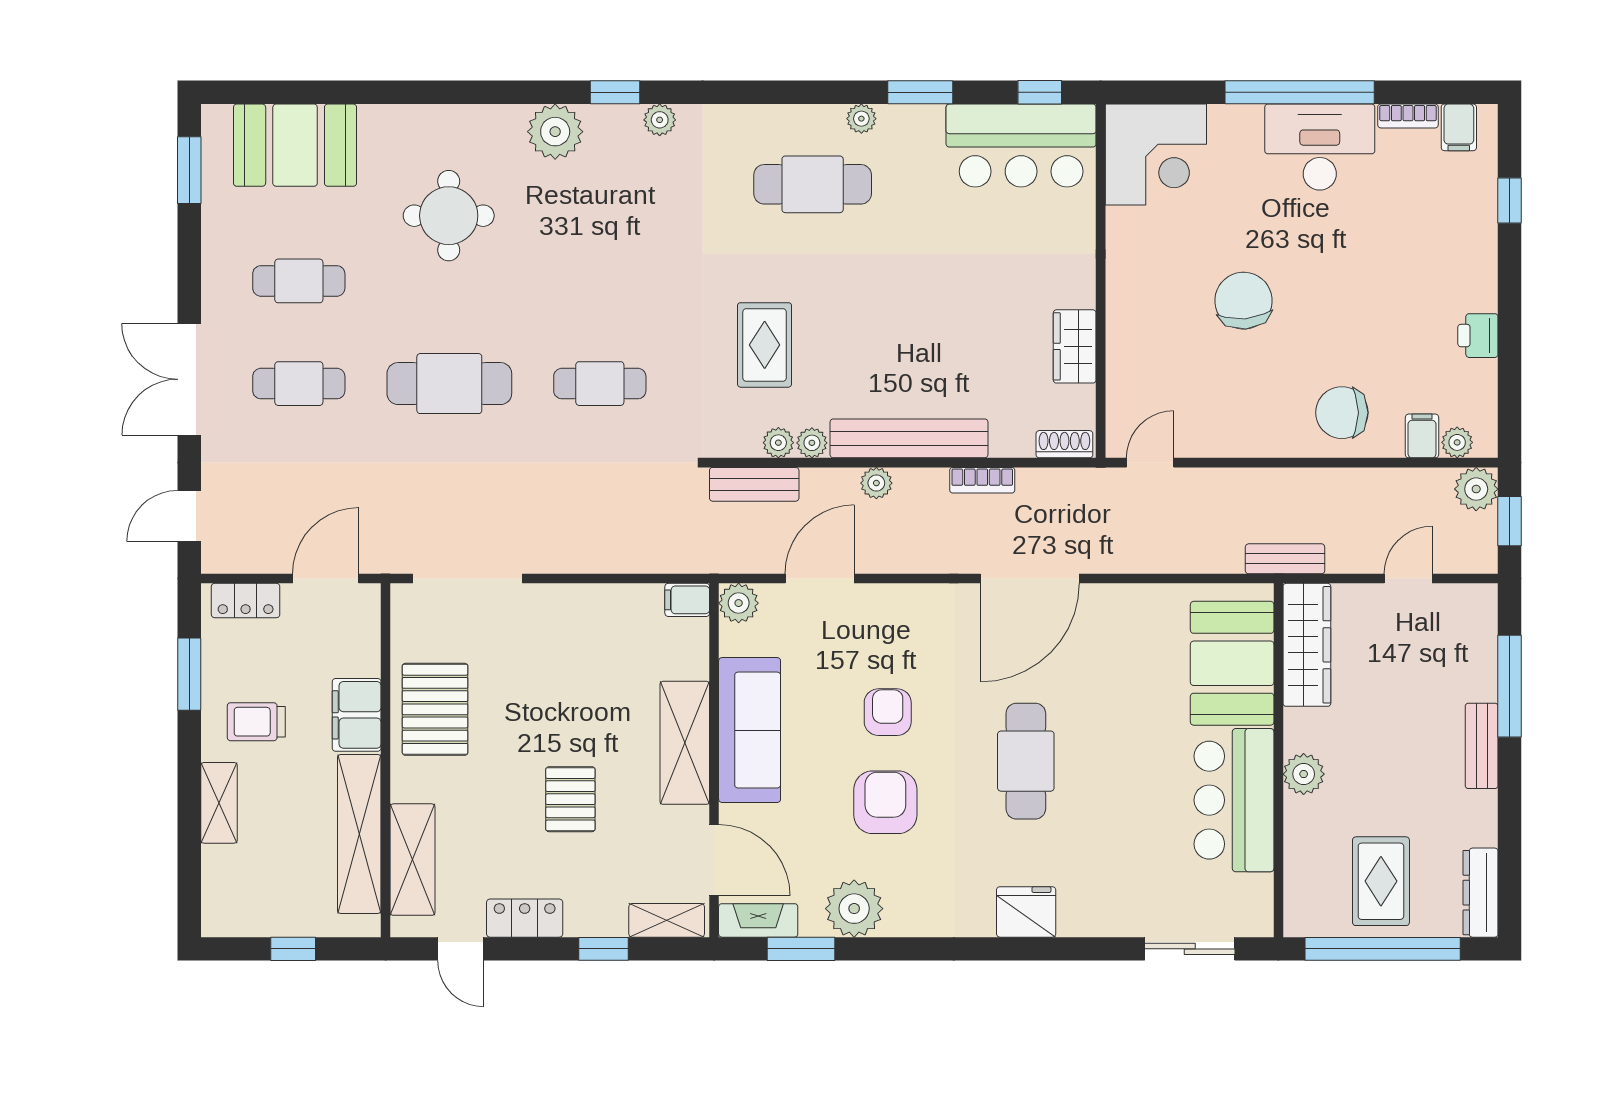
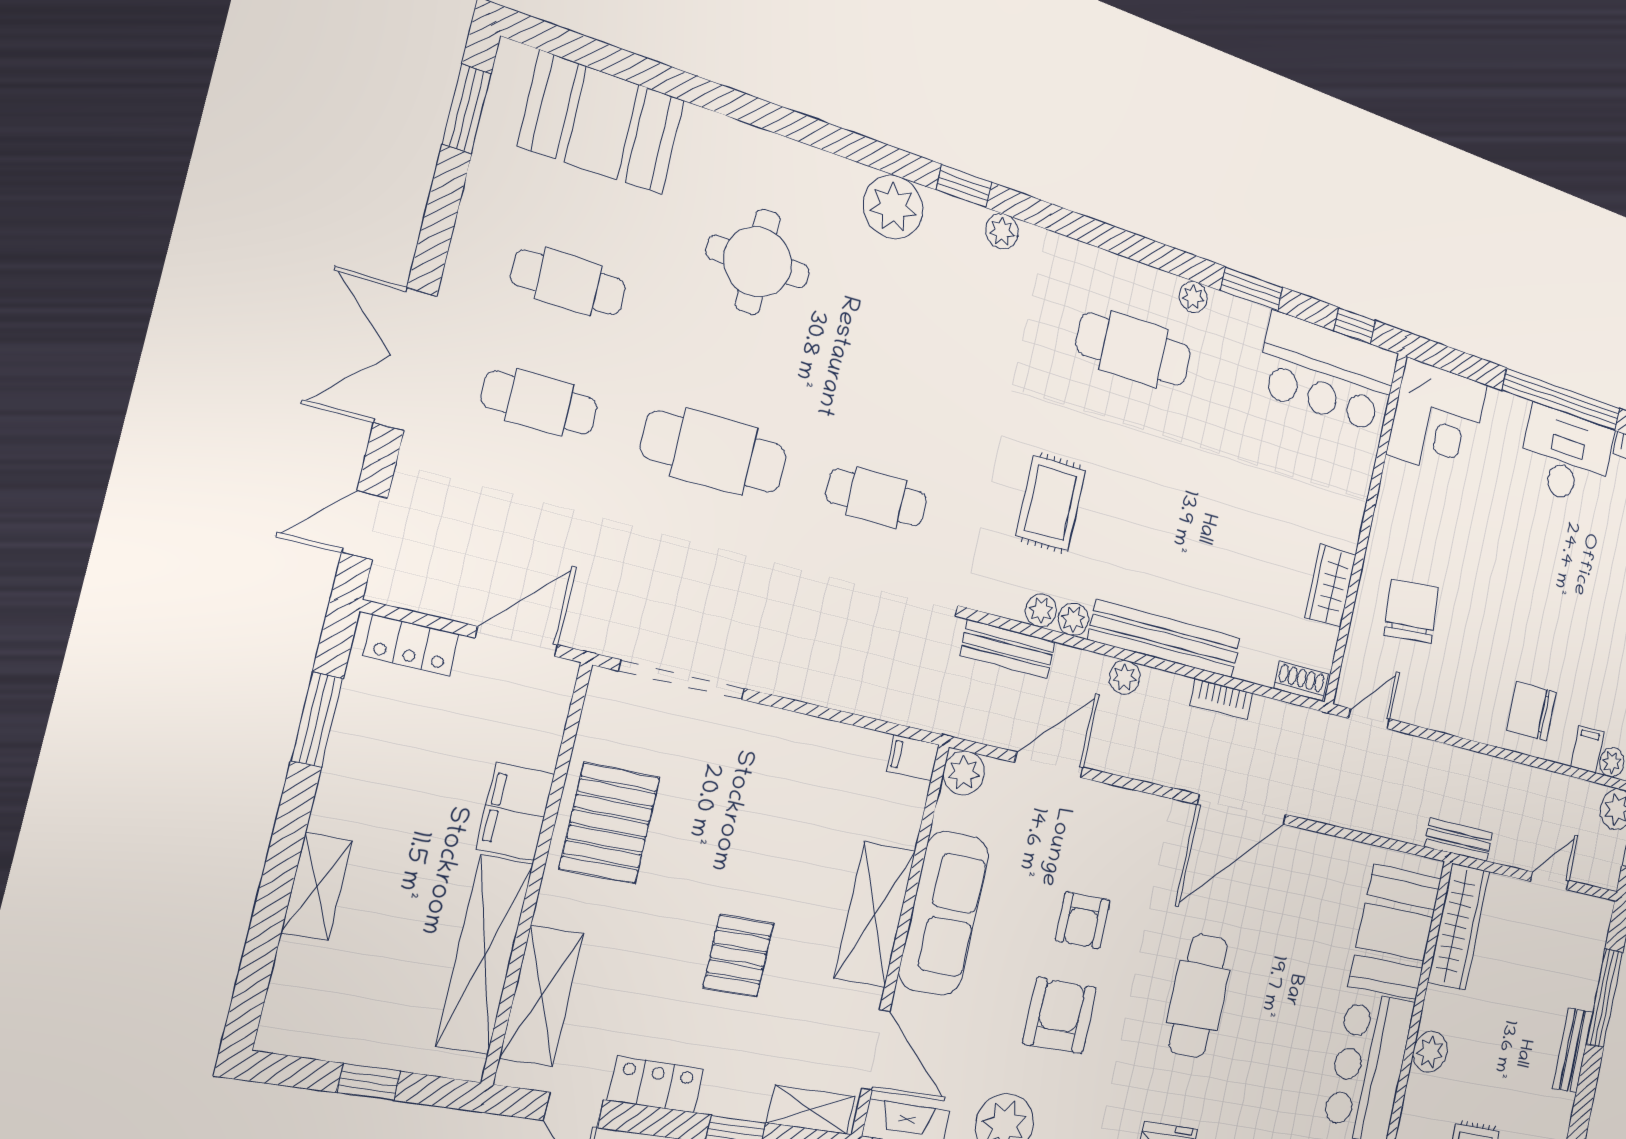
chair: (1243, 301) -> (1411, 611), moved
armchair: (888, 712) -> (1083, 920), turned 180
trolley: (256, 722) -> (389, 795), removed

